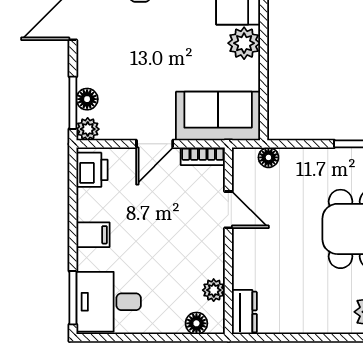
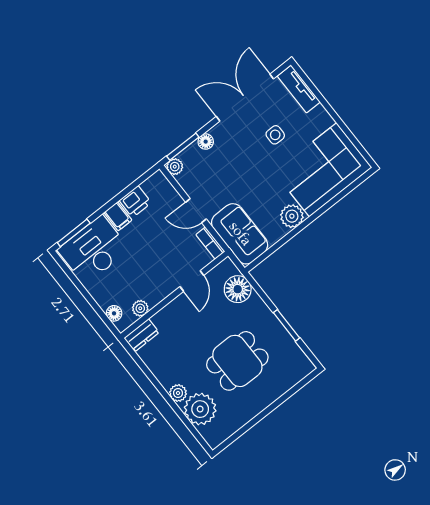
floor lamp: (87, 99) -> (206, 142), moved
floor lamp: (268, 157) -> (238, 289), width x1.89, depth x1.89
printer: (92, 170) -> (135, 202), moved
desk: (109, 302) -> (94, 250), width x1.37
plant: (340, 322) -> (178, 393), added

